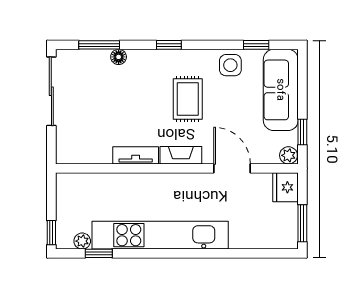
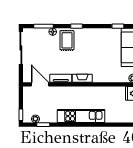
side table: (230, 65) -> (106, 36), removed
rug: (188, 99) -> (67, 40), moved
door: (232, 168) -> (40, 84), moved
kitchen unit: (160, 235) -> (81, 116), width x0.73

